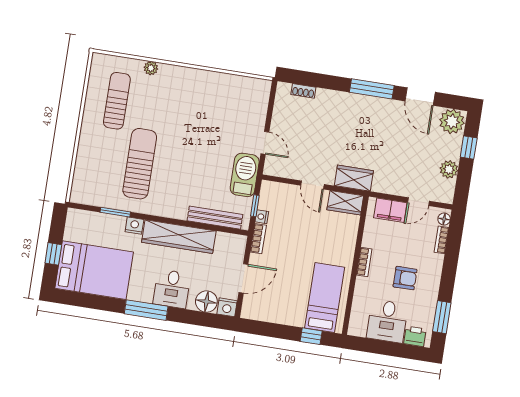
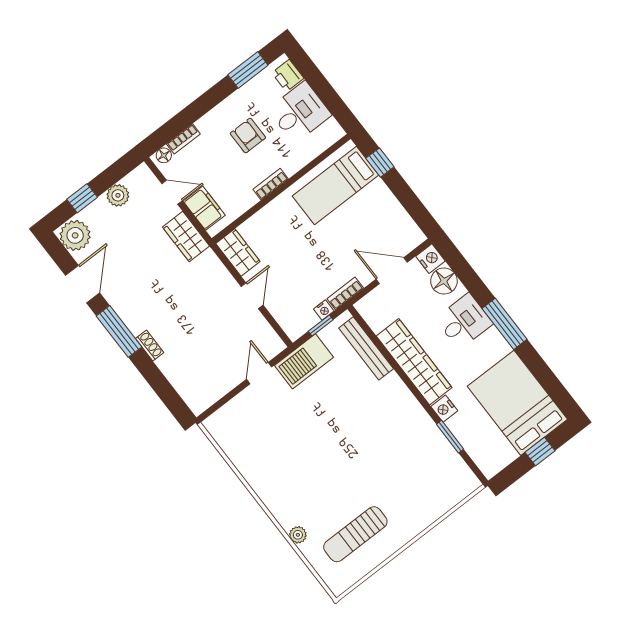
shoe rack: (303, 91) -> (150, 346), moved
sun lounger: (140, 164) -> (388, 459), removed
wardrobe: (354, 178) -> (186, 237), moved

